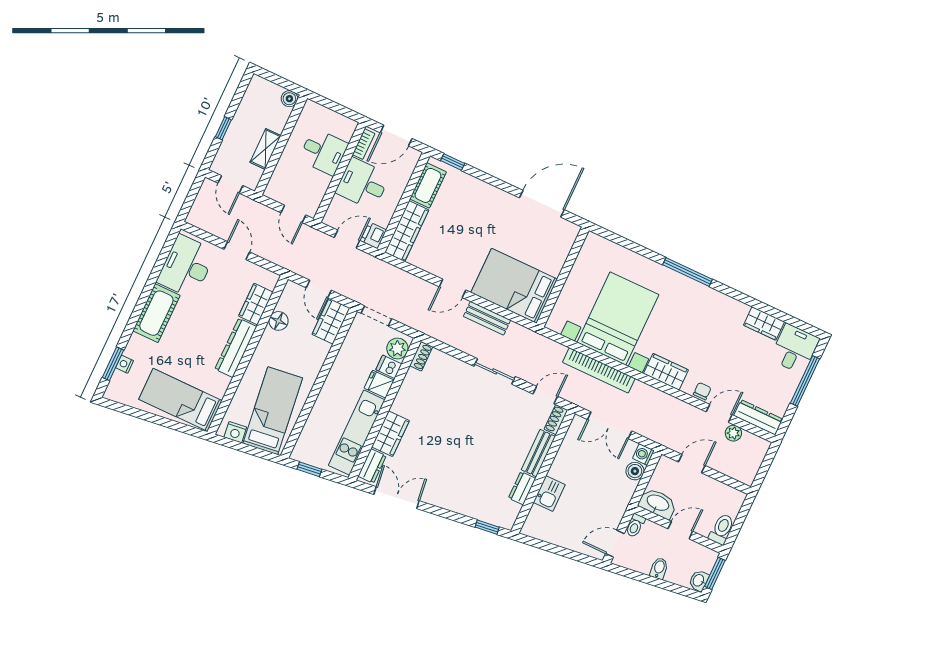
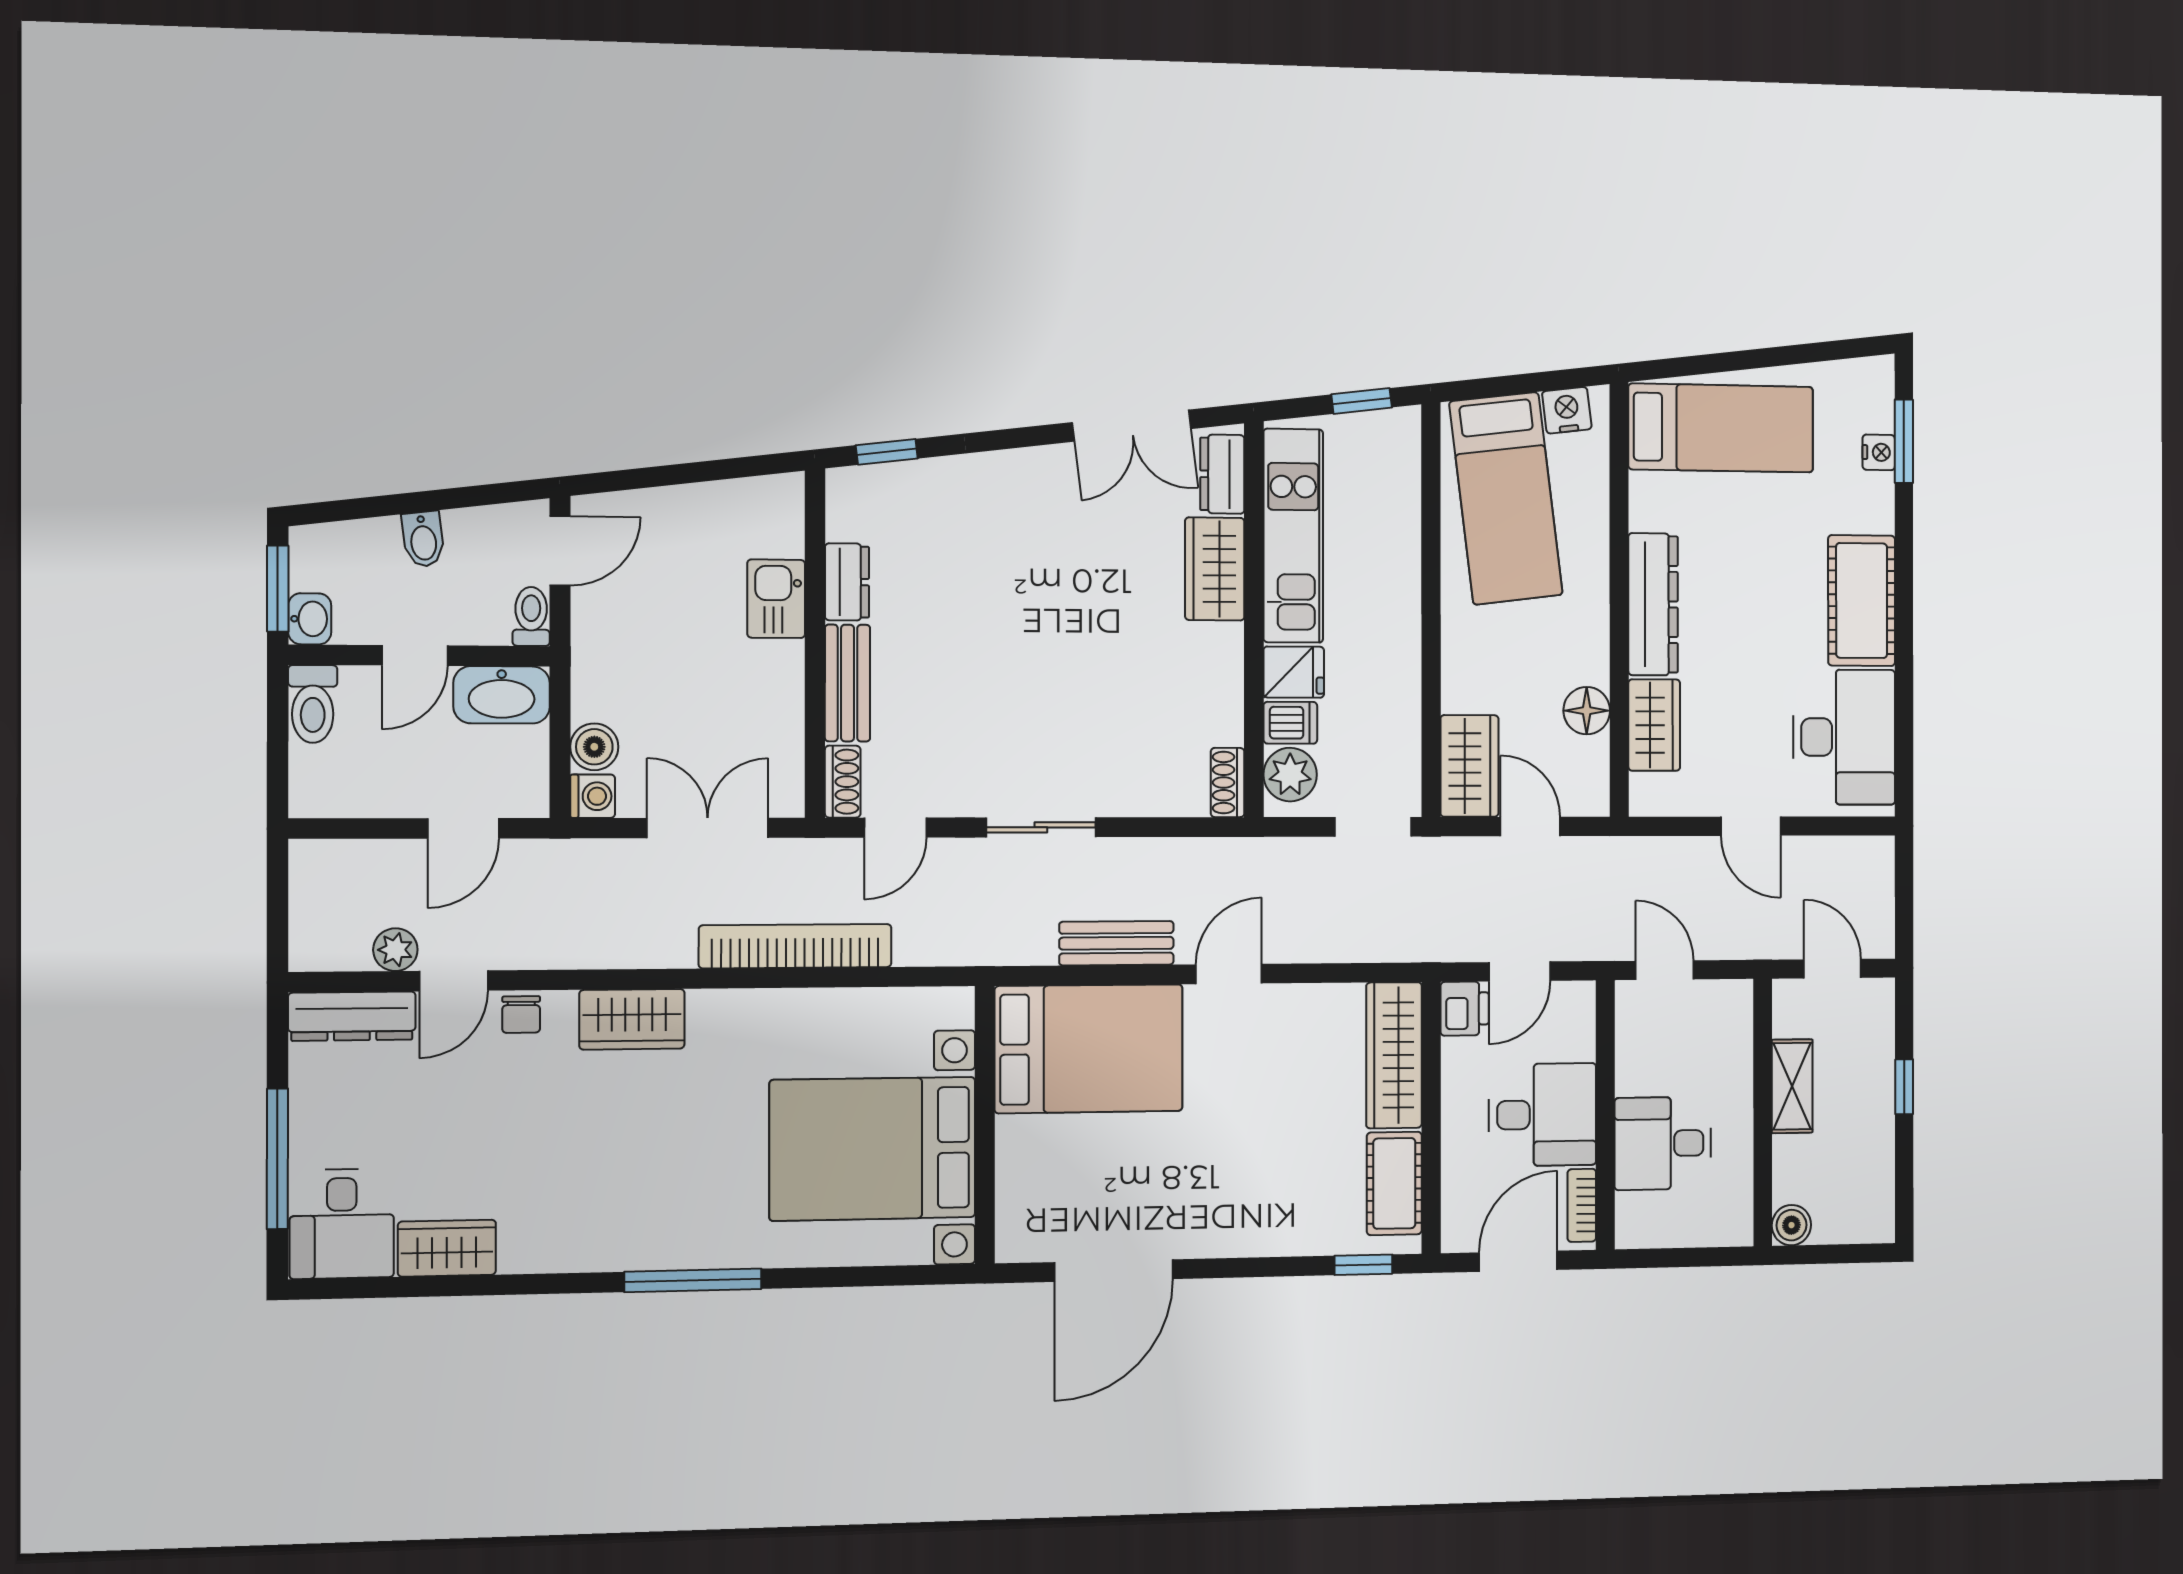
bed with nightstands: (618, 318) -> (873, 1149), moved, turned 90
washbasin: (699, 581) -> (310, 619), moved

